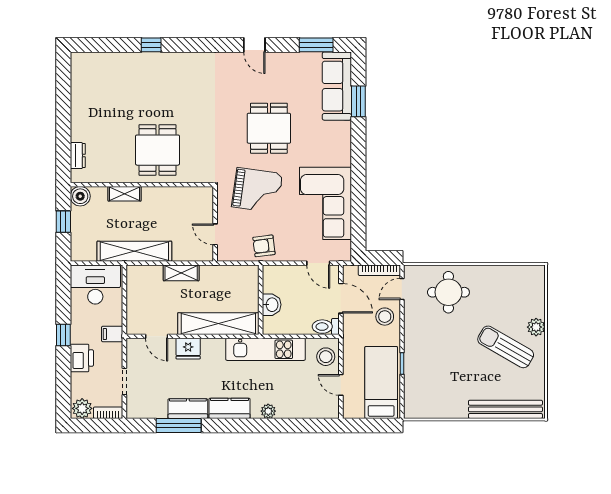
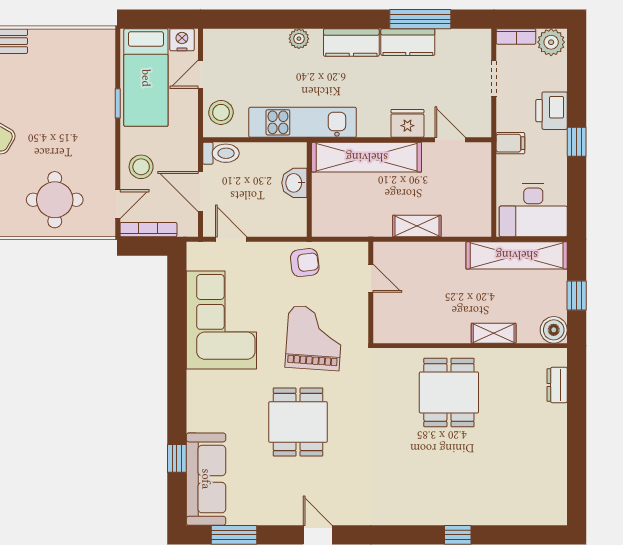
window: (358, 101) -> (177, 458), width x0.67
grand piano: (257, 190) -> (314, 338), turned 86
shelving: (134, 251) -> (517, 255), moved
door: (341, 385) -> (200, 74), swing flipped
nightstand: (355, 410) -> (182, 40), added

